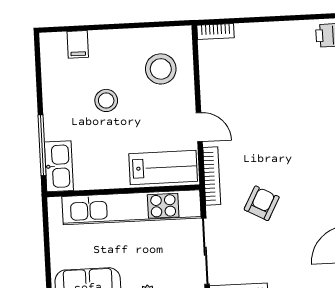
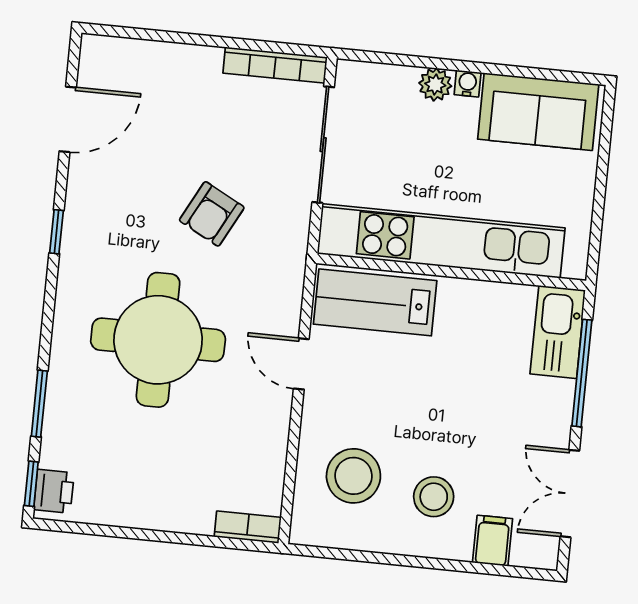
double door: (39, 77) -> (570, 494), added
stool: (106, 100) -> (434, 497), moved
round table: (281, 129) -> (158, 340), added
bookcase: (212, 176) -> (292, 275), removed

